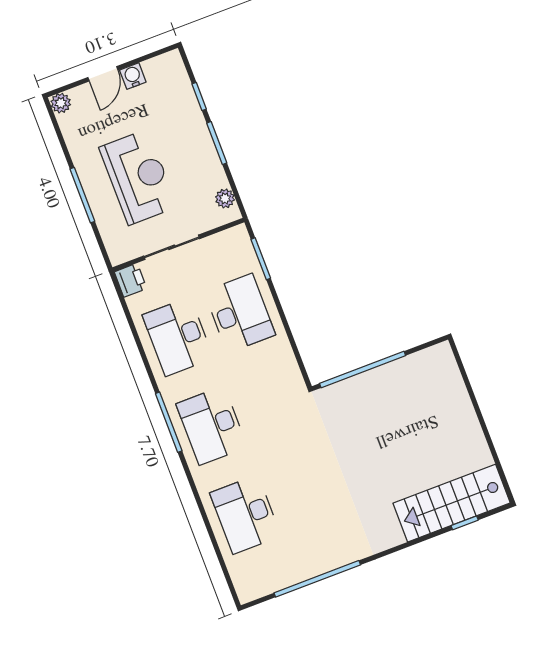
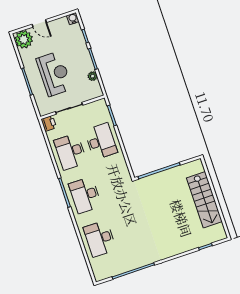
door: (103, 74) -> (39, 23), hinge flipped
water cooler: (133, 76) -> (73, 19), moved
plant: (61, 103) -> (24, 39), width x1.87, depth x1.87
plant: (225, 198) -> (93, 76), moved
stairs: (452, 503) -> (204, 200), moved, turned -90

